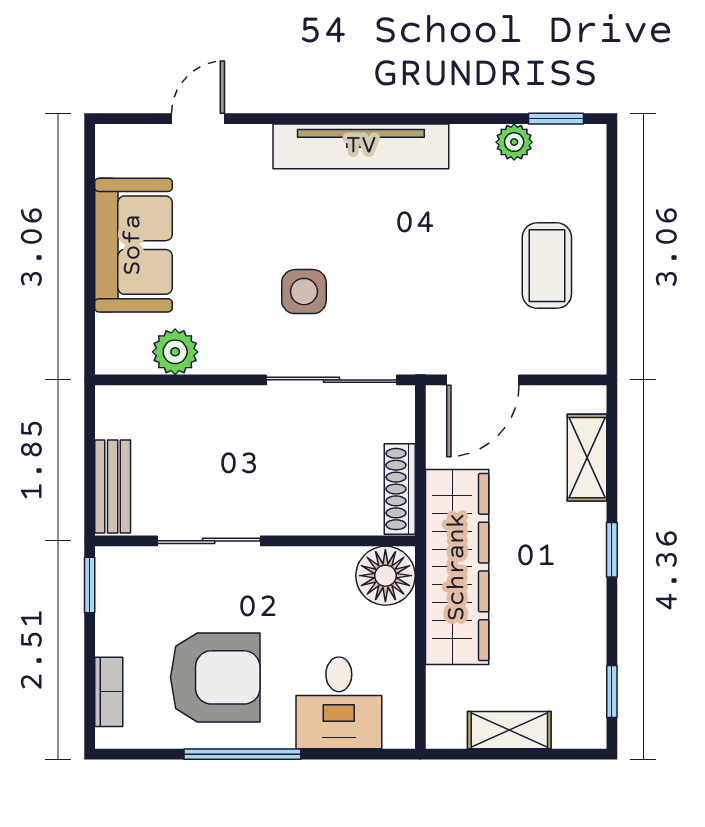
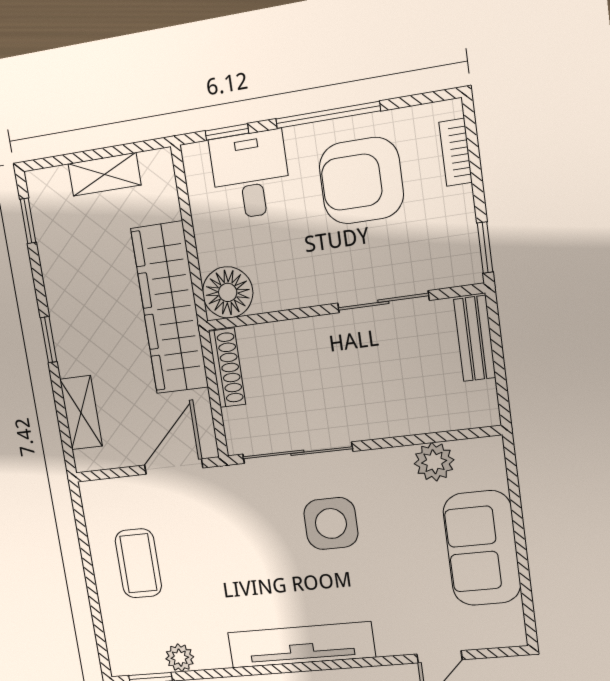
side table: (304, 292) -> (331, 524), width x1.37, depth x1.37
window: (359, 754) -> (227, 132), added

